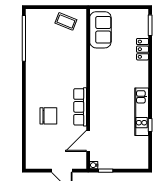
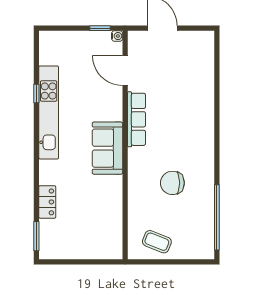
sofa: (100, 30) -> (107, 148), moved
kitchen unit: (142, 112) -> (49, 112), width x1.36
chair: (48, 116) -> (172, 183), moved
door: (88, 141) -> (125, 71), swing flipped

